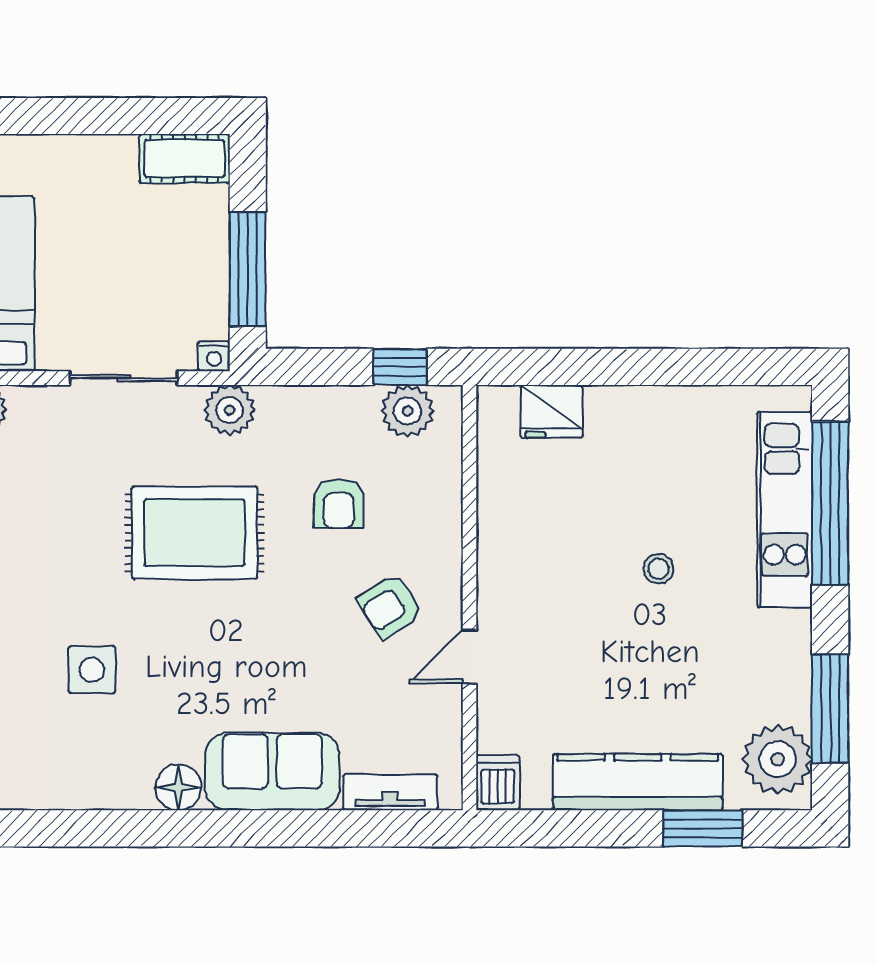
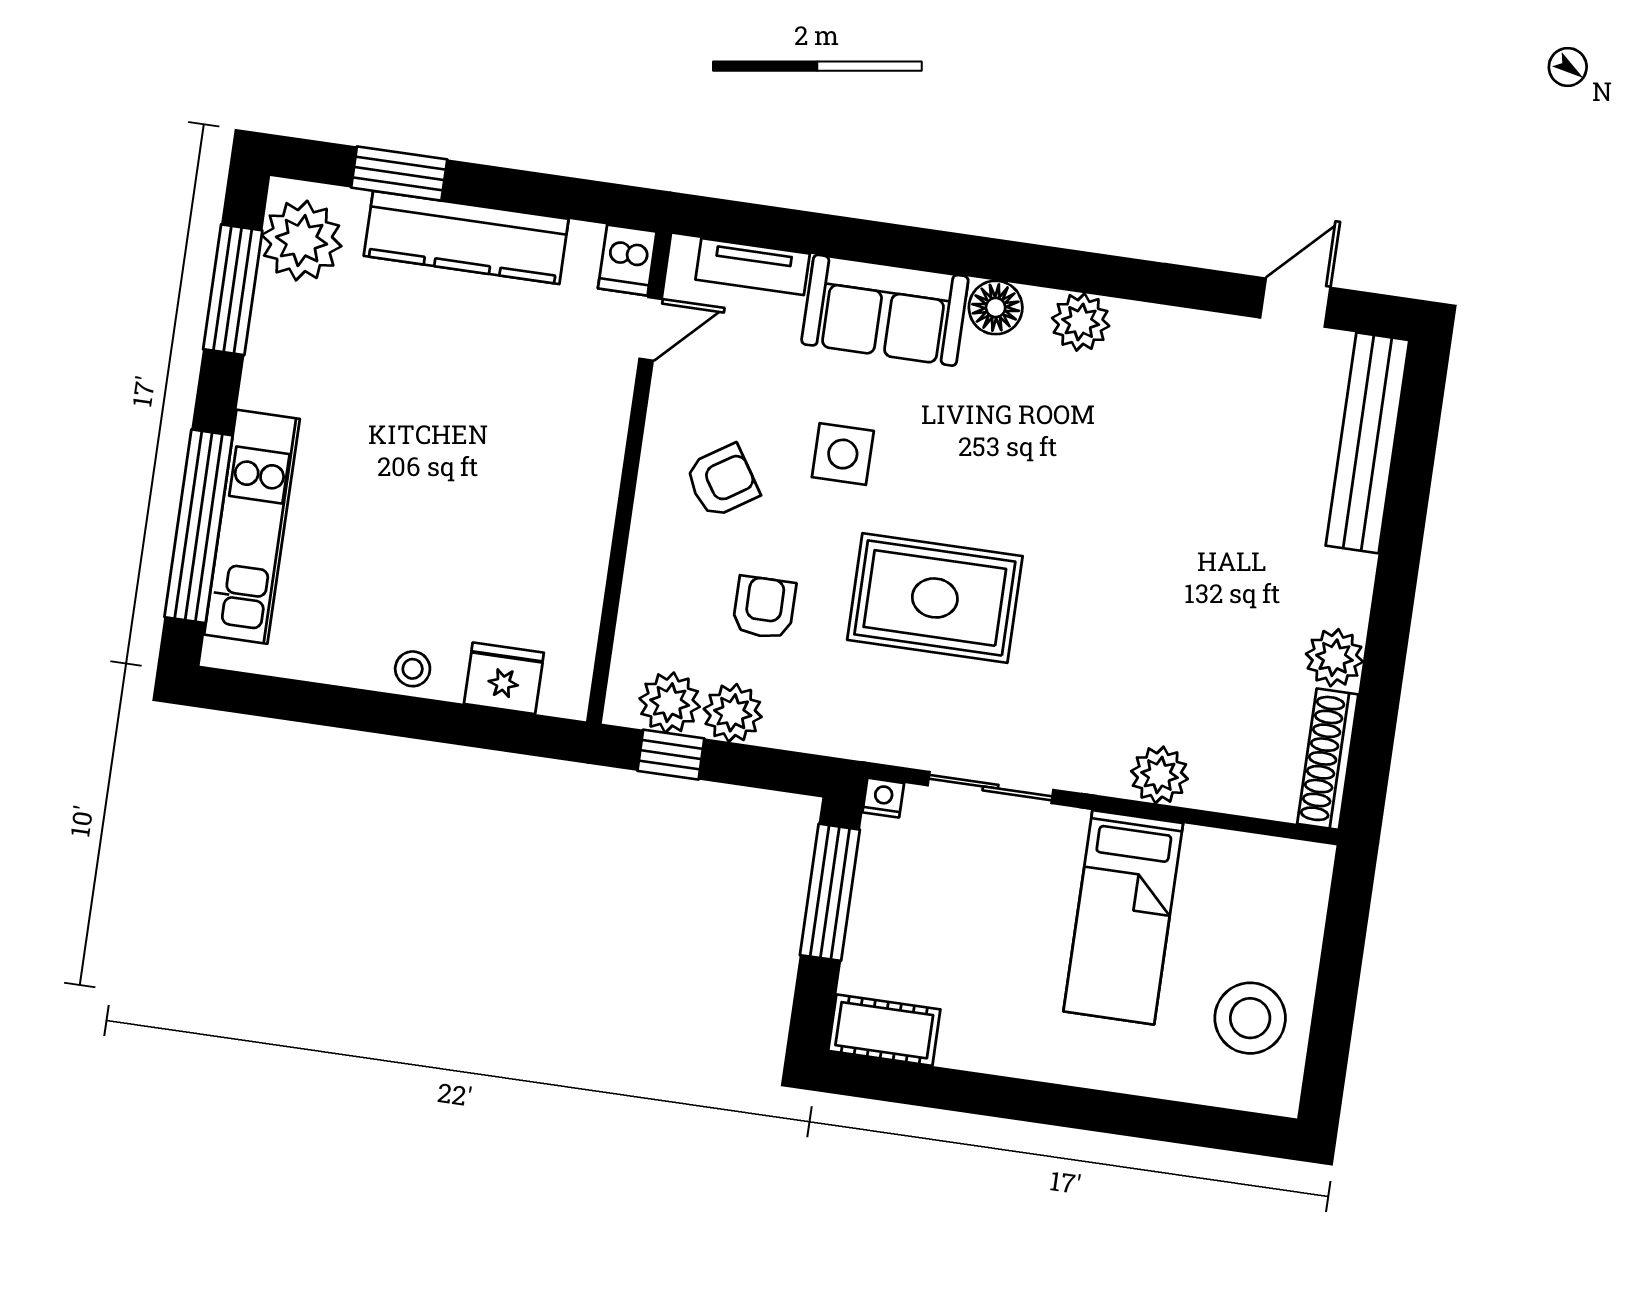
plant: (230, 410) -> (733, 713), moved
stool: (658, 569) -> (413, 669), moved
door: (469, 657) -> (651, 329), moved
side table: (92, 670) -> (843, 454), moved
plant: (104, 786) -> (1081, 322), added

